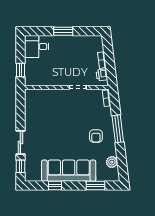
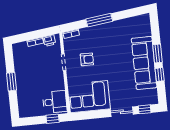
desk: (37, 47) -> (55, 102), moved, turned -90
corner sofa: (40, 110) -> (89, 97), added
armchair: (96, 136) -> (87, 59), moved
plant: (112, 162) -> (132, 23), removed
window: (95, 186) -> (157, 53), moved

